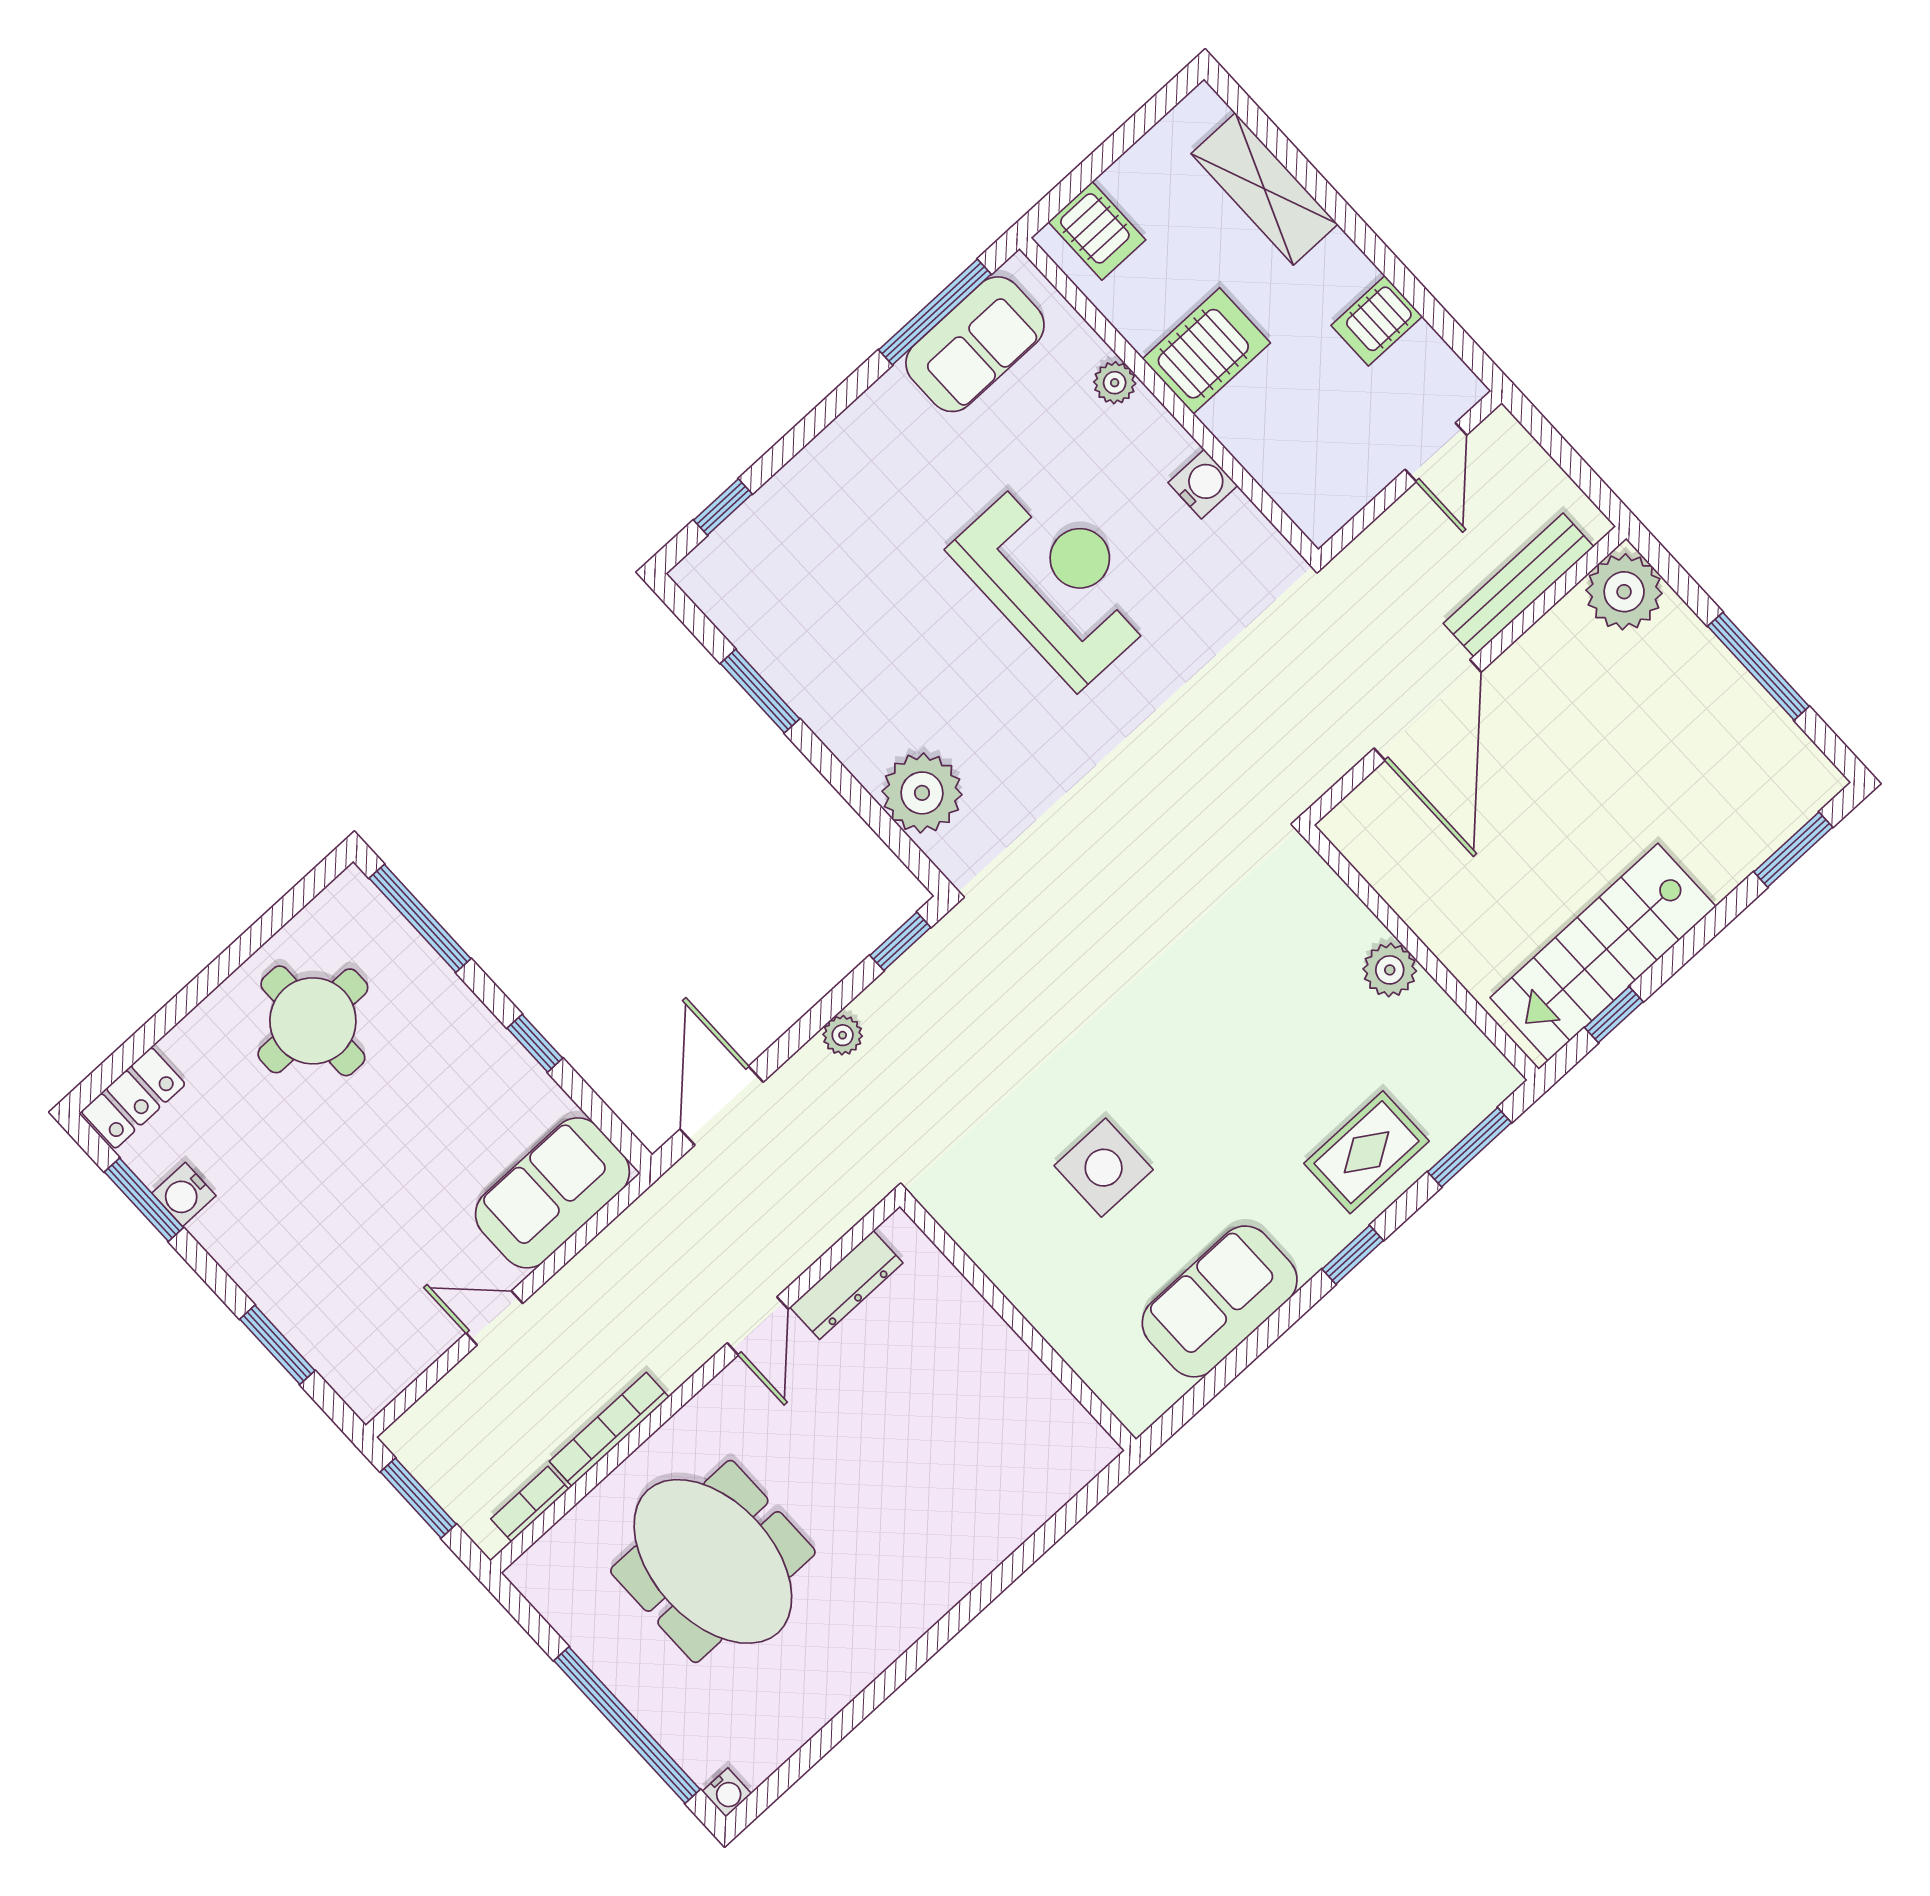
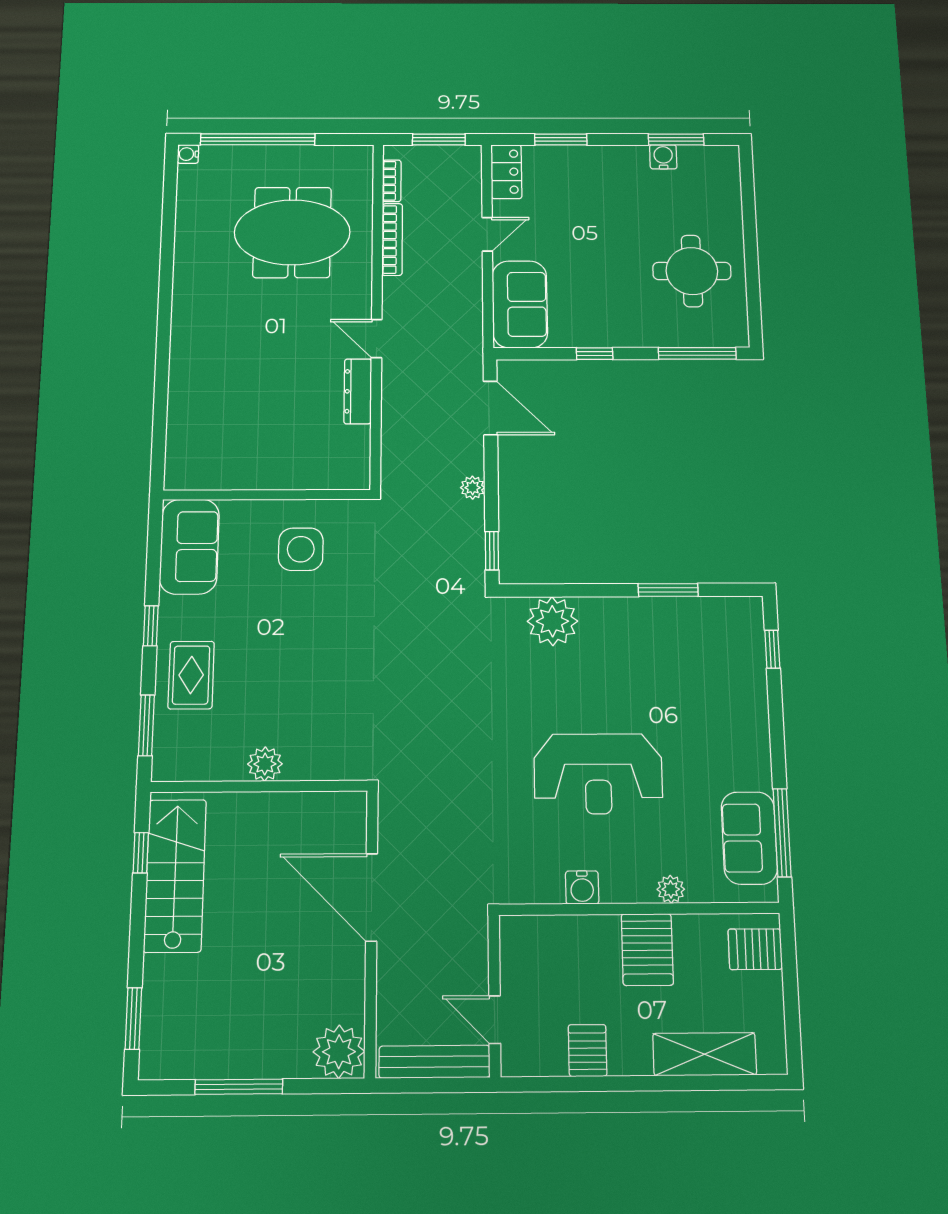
bench: (1518, 585) -> (434, 1062), moved, turned 90
locker: (133, 1098) -> (506, 172), moved, turned 180
wall: (1018, 1323) -> (267, 495), moved

